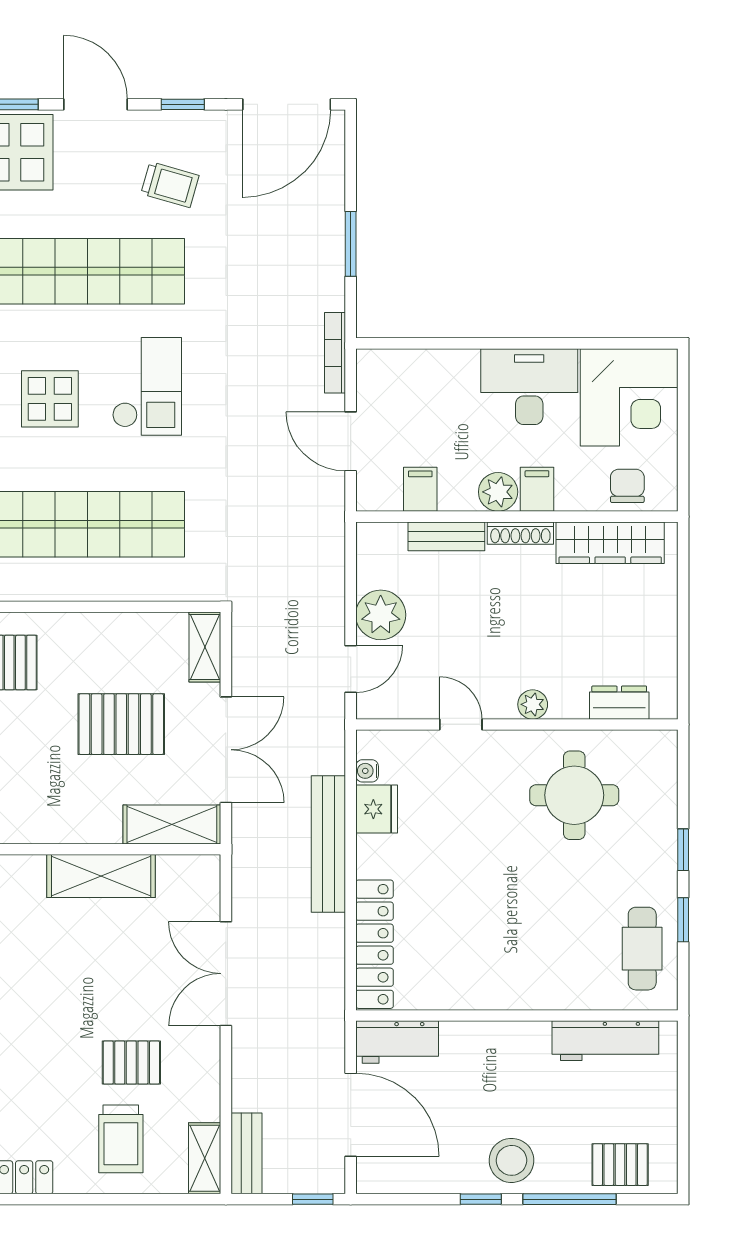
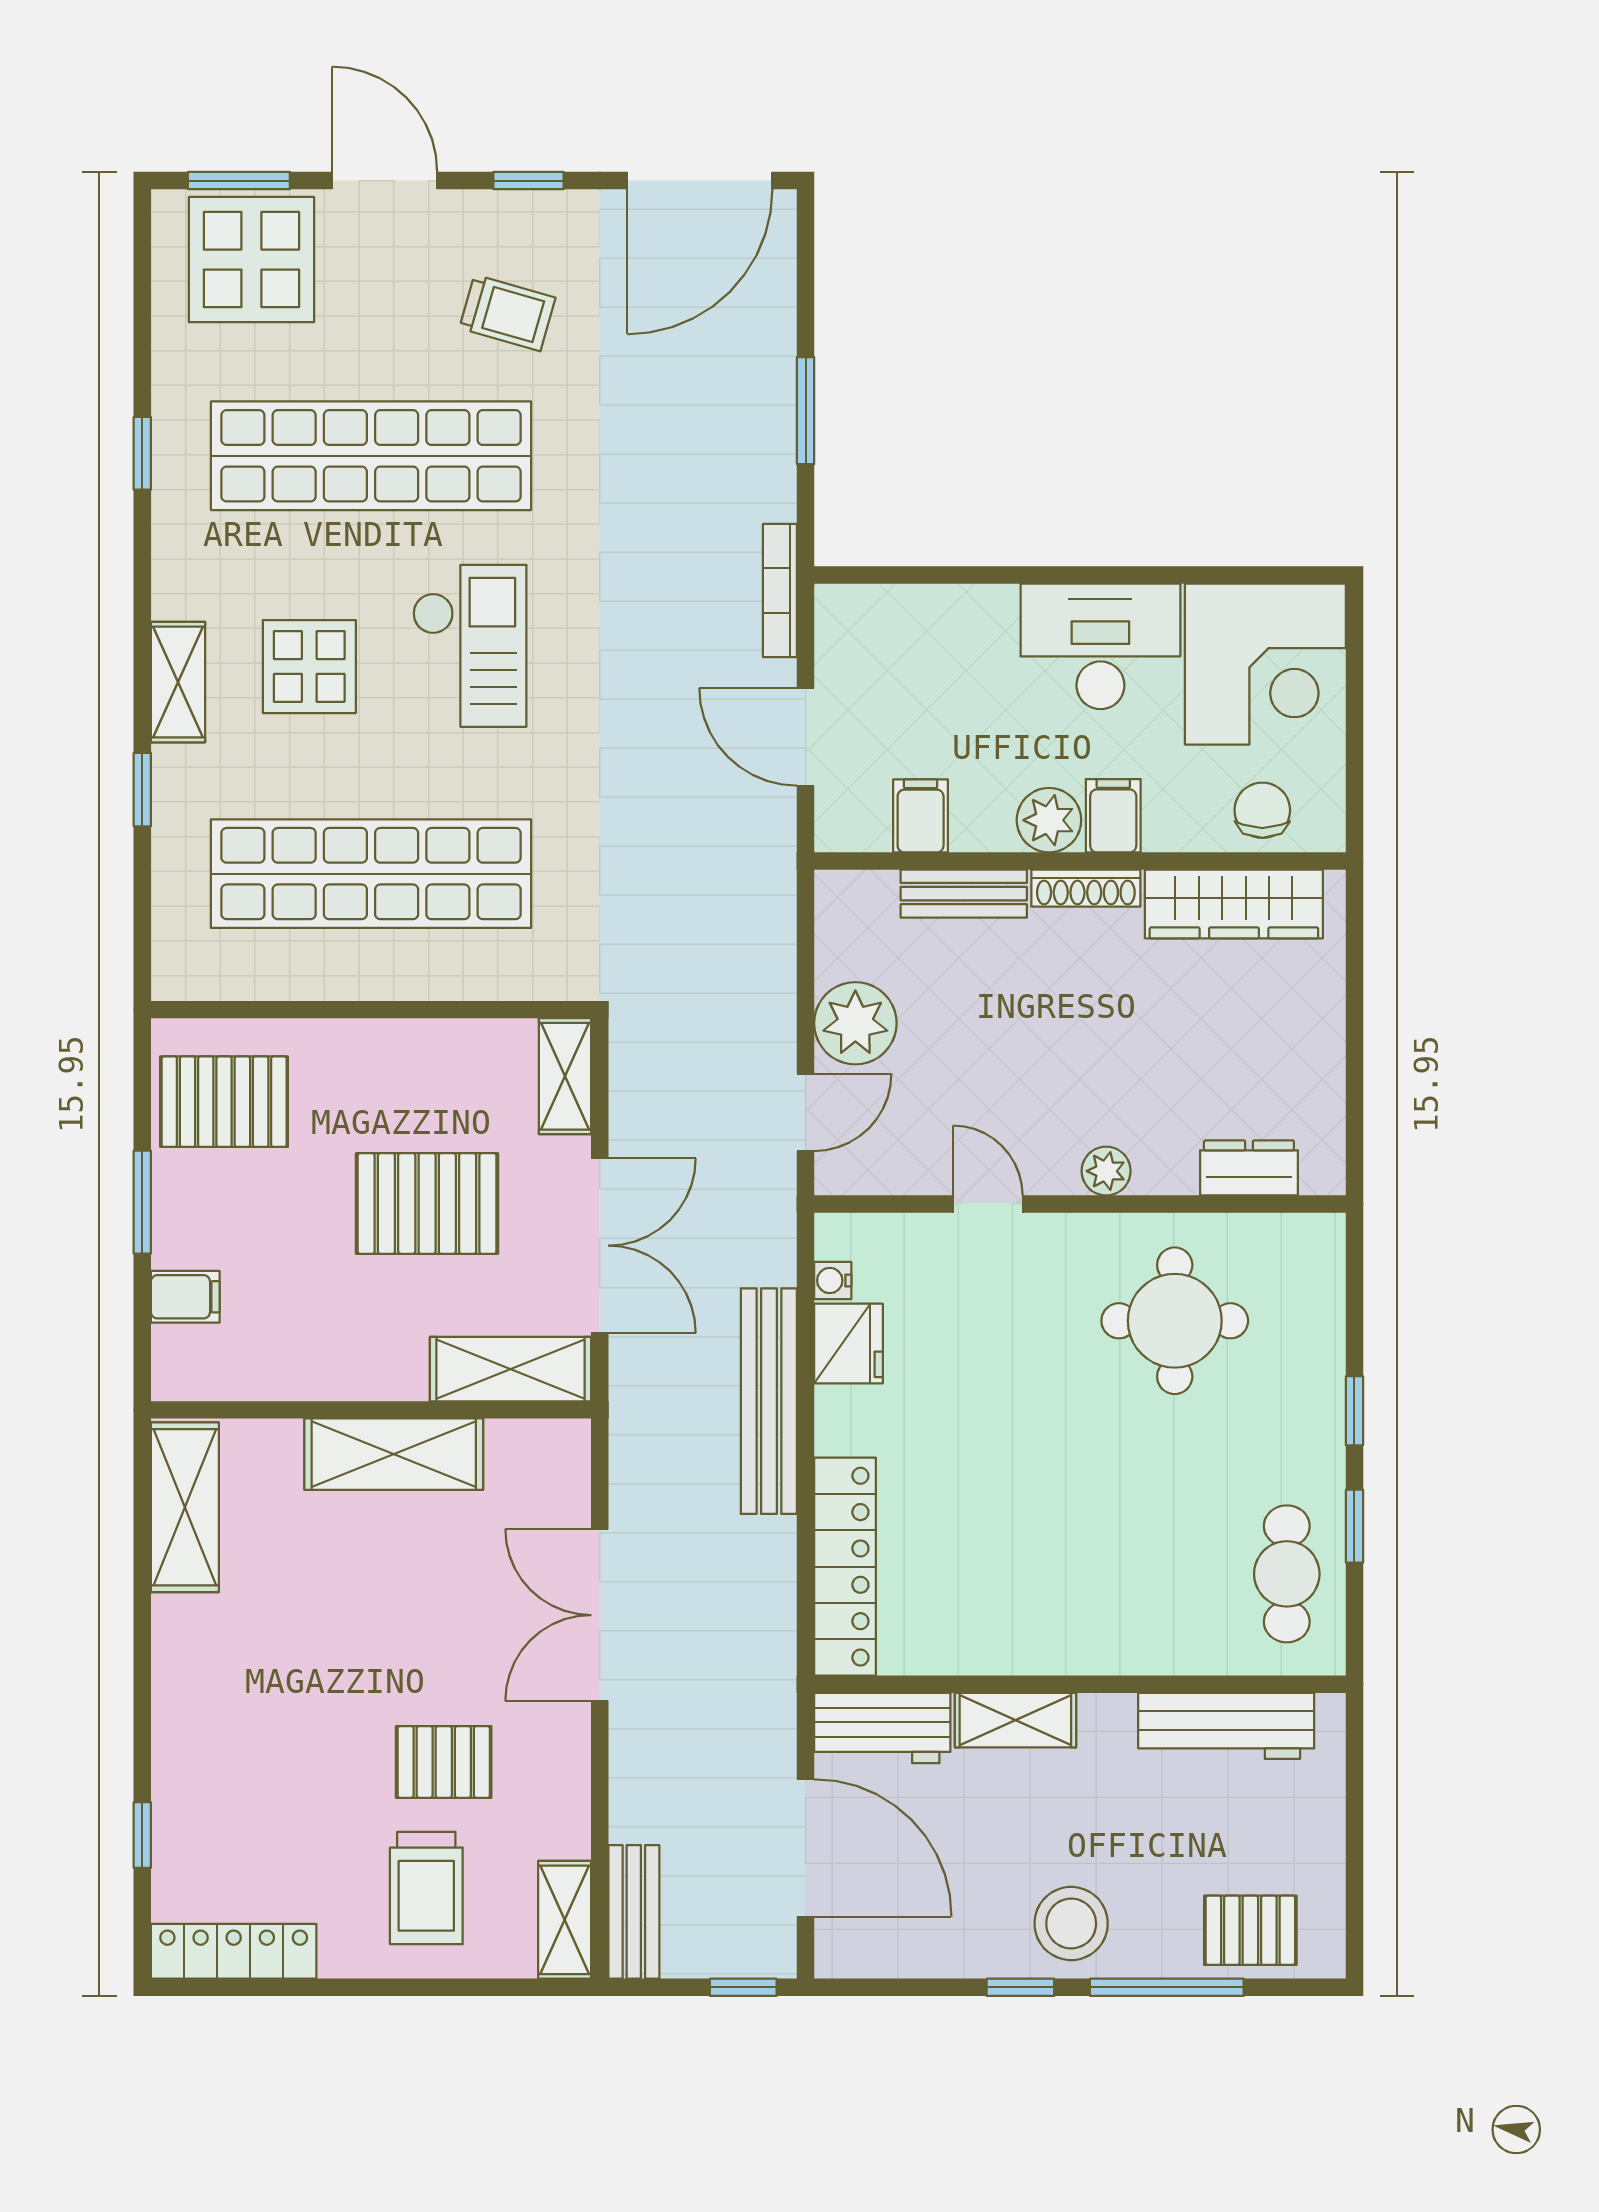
shelving: (478, 1037) -> (1015, 1720), added

